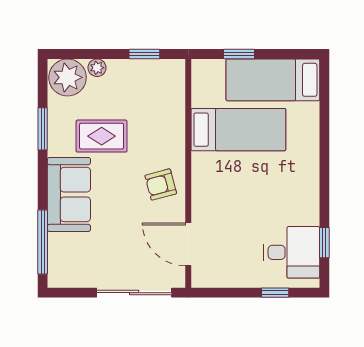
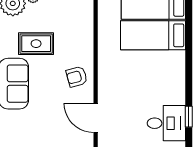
bed: (238, 130) -> (153, 35), moved, turned 180

